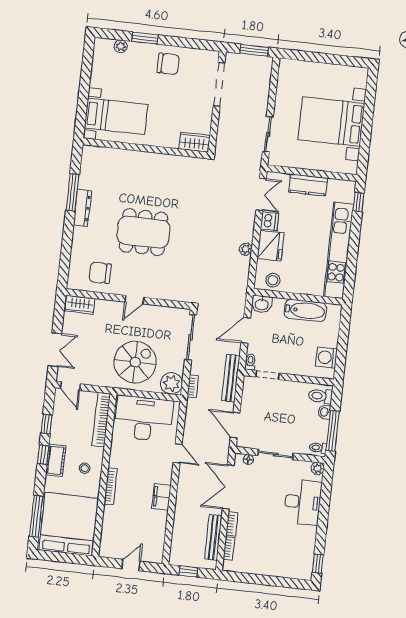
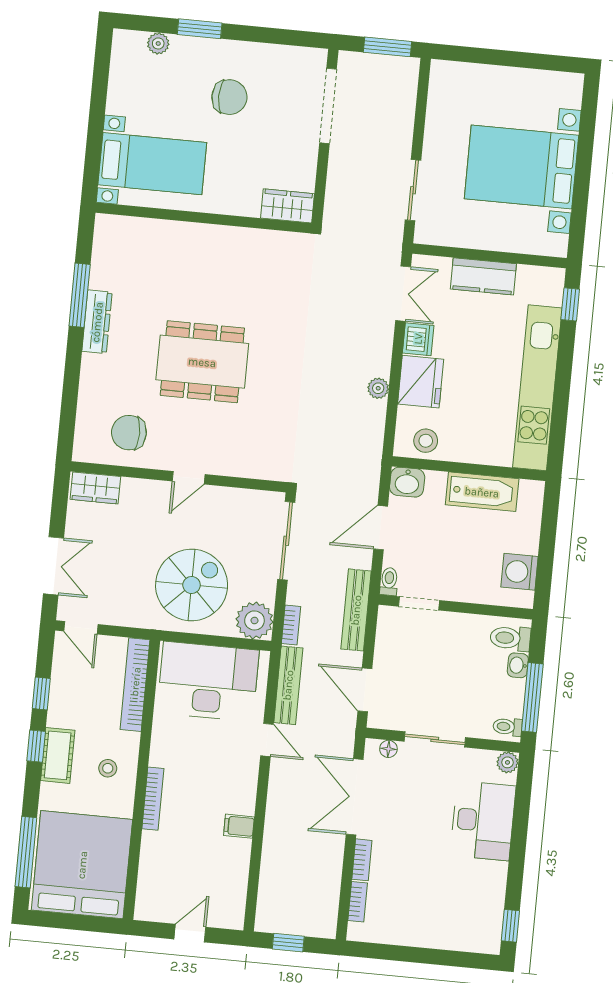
chair: (168, 64) -> (229, 97), moved
filing cabinet: (161, 497) -> (239, 826), width x0.50
bench: (213, 538) -> (288, 685), moved

